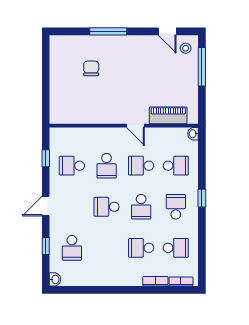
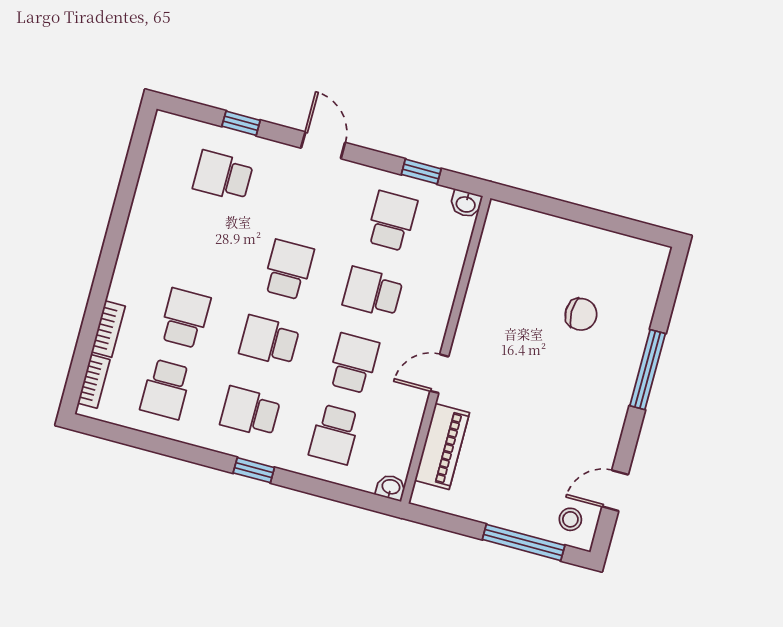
school desk: (176, 207) -> (250, 412), turned 180
washbasin: (55, 279) -> (466, 204), moved

